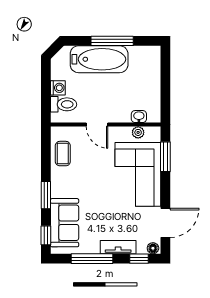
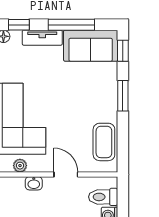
washbasin: (139, 117) -> (34, 183), moved
coffee table: (63, 154) -> (104, 142), width x1.36, depth x1.30
sofa: (65, 223) -> (91, 46), moved, turned -90

